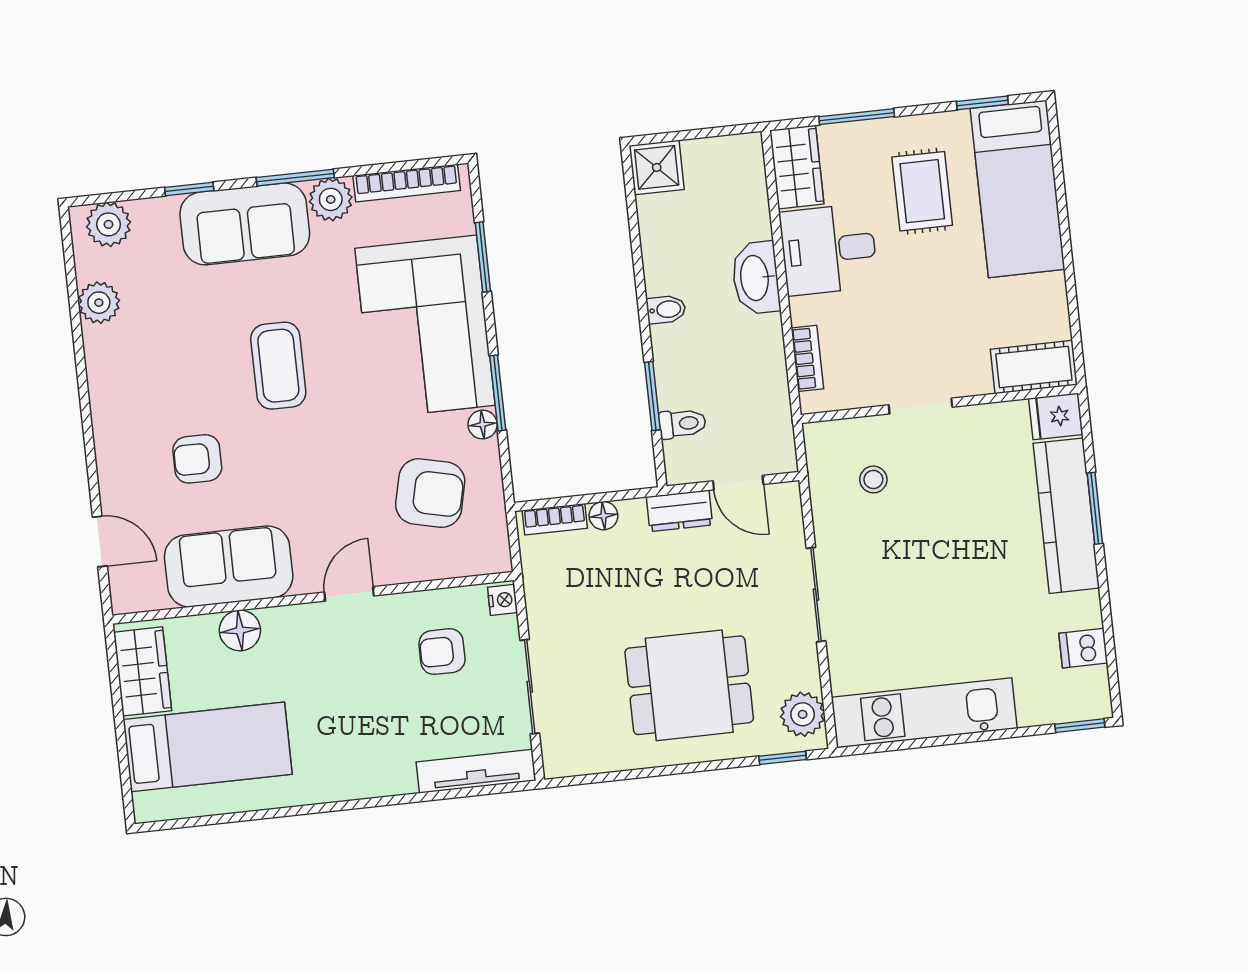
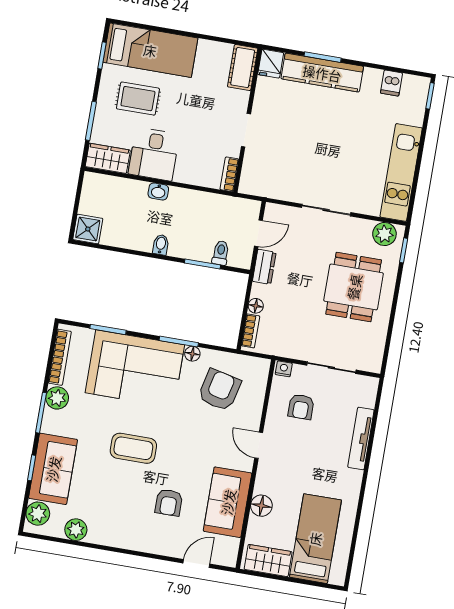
sofa: (245, 224) -> (53, 469), moved
washbasin: (756, 278) -> (158, 191), width x0.52, depth x0.69
bookcase: (807, 358) -> (229, 174), moved, turned -90
stool: (873, 479) -> (276, 165), removed
tv unit: (476, 771) -> (361, 438), moved

